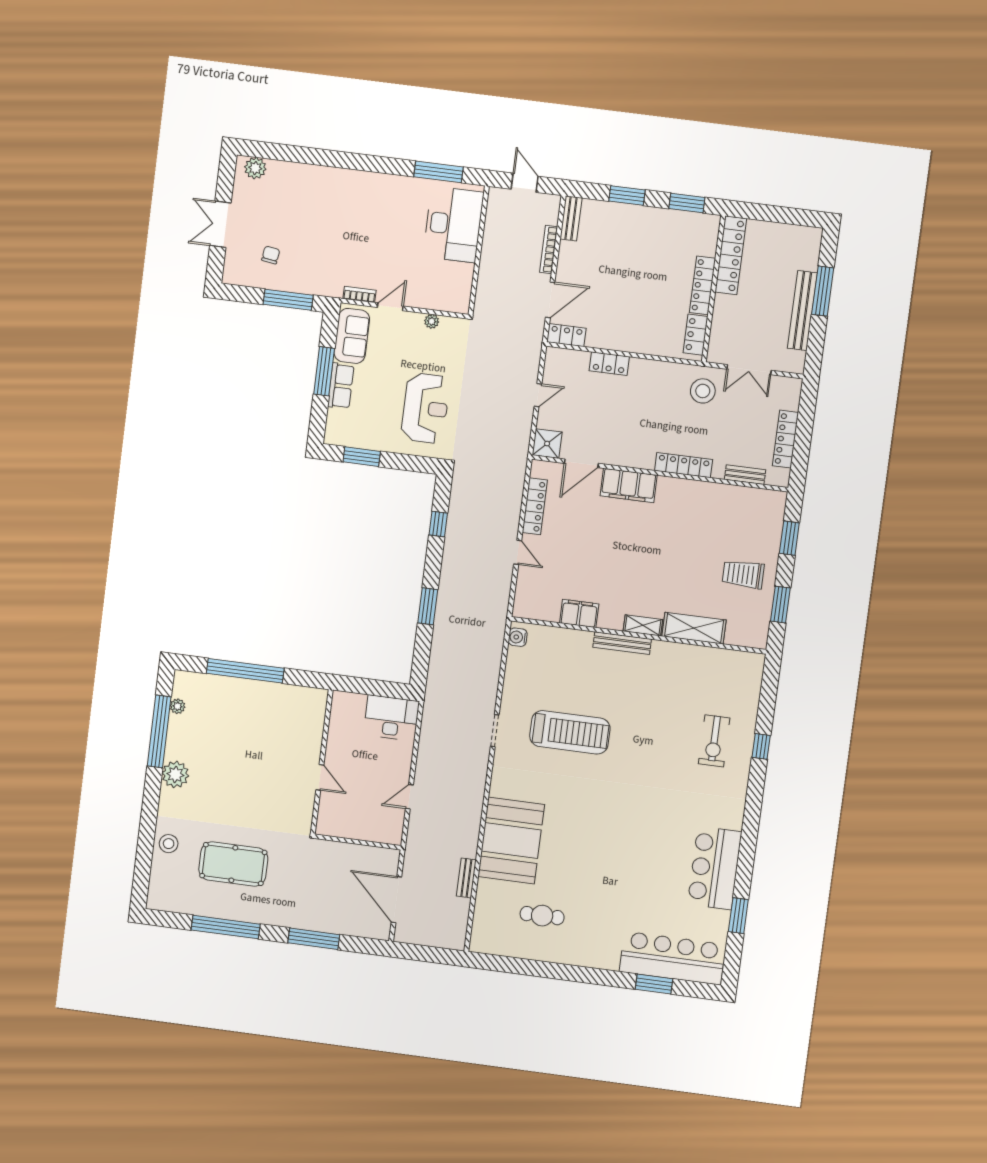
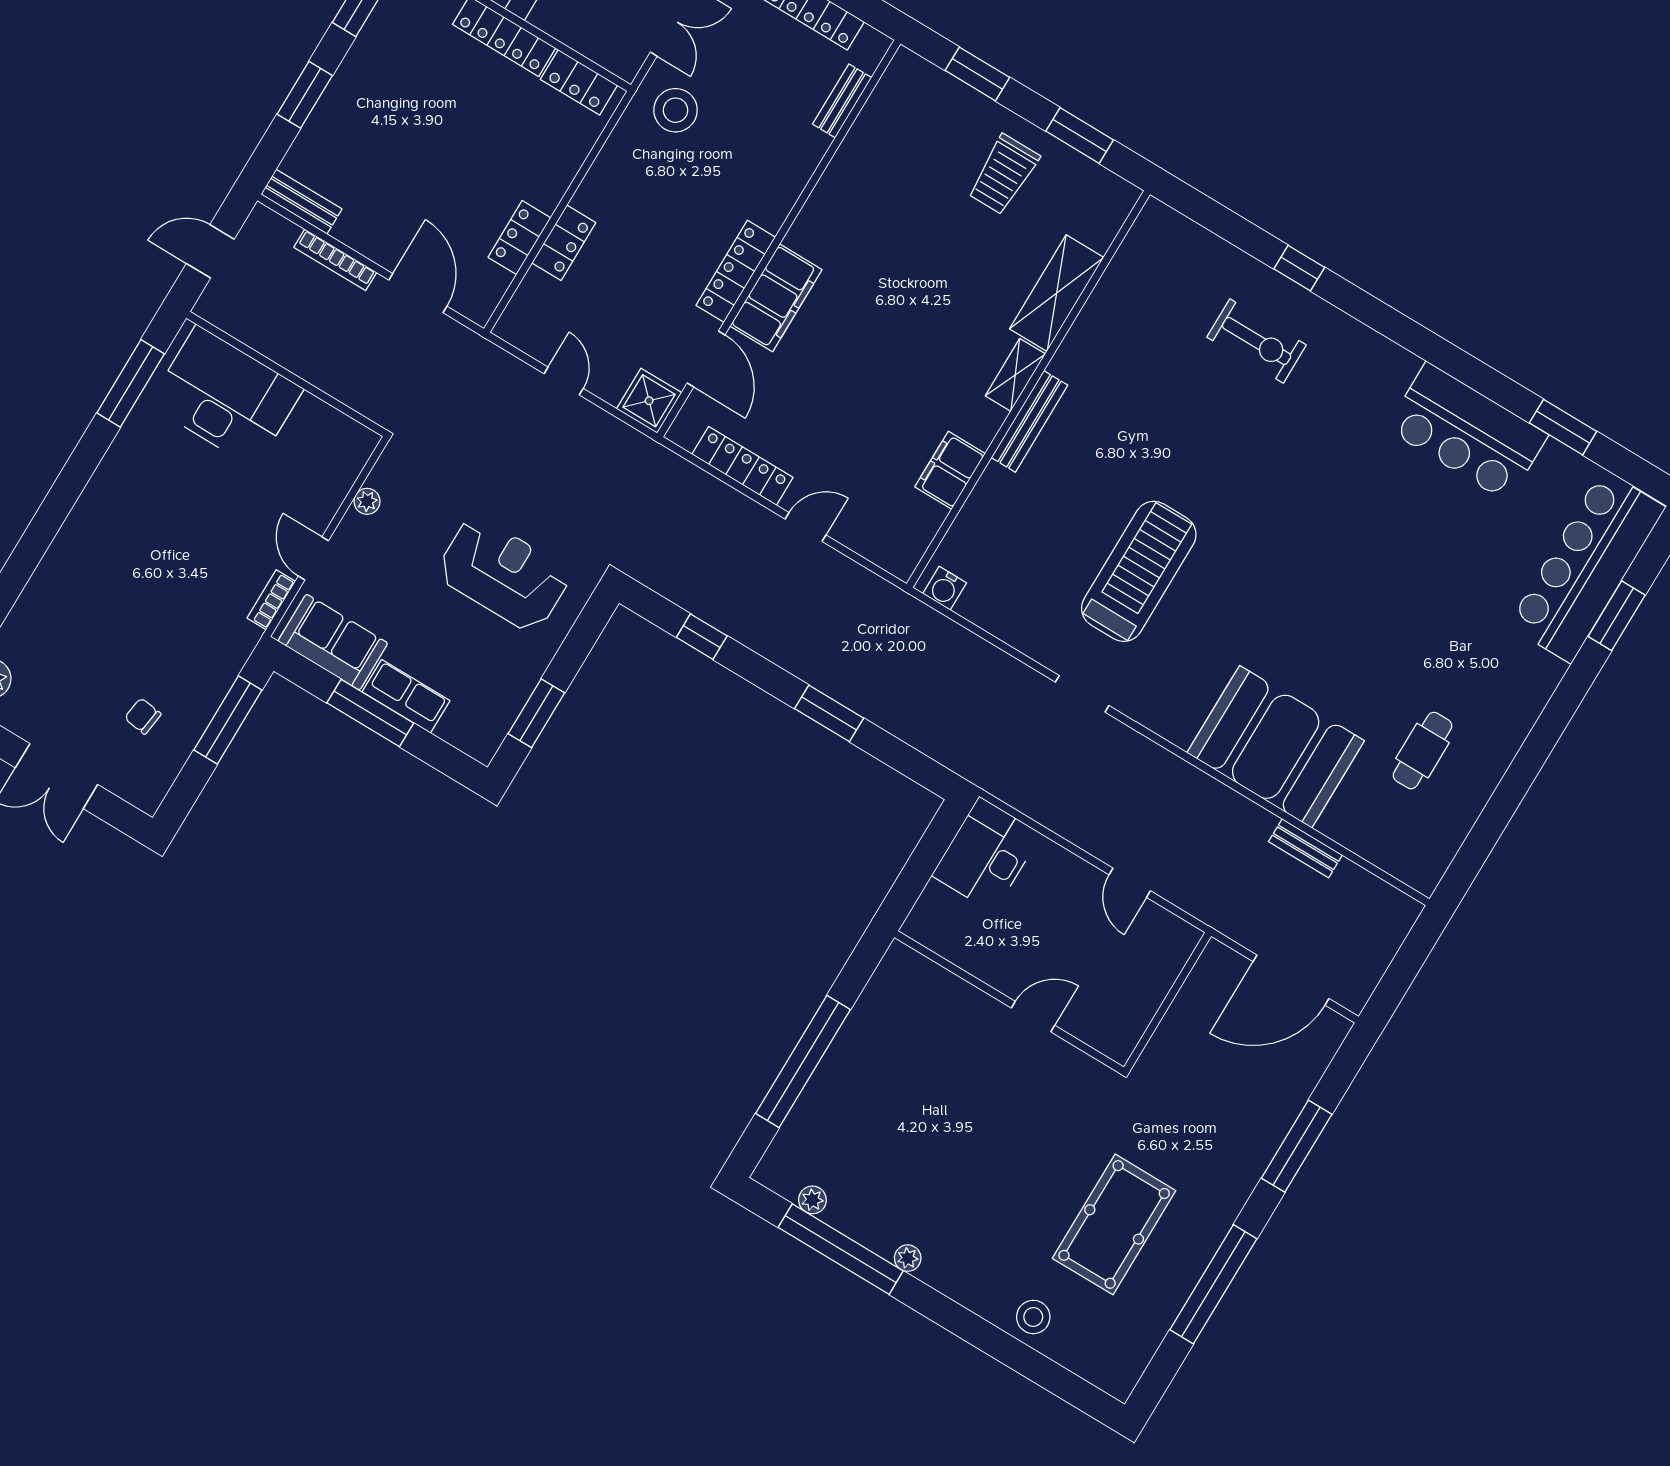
locker: (566, 335) -> (519, 238), moved
locker: (684, 465) -> (736, 271), moved
plant: (175, 774) -> (908, 1258), width x0.53, depth x0.53

